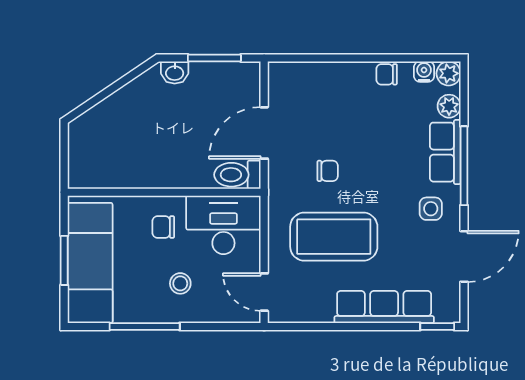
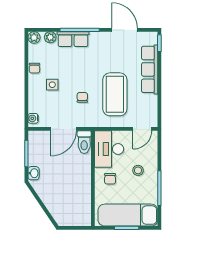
water cooler: (424, 72) -> (33, 118), moved
door: (264, 133) -> (63, 129), hinge flipped
side table: (431, 209) -> (52, 85), moved

